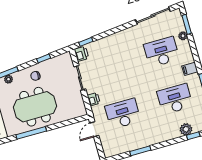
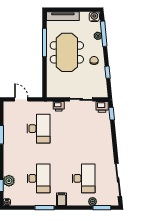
door: (94, 129) -> (21, 99), moved

